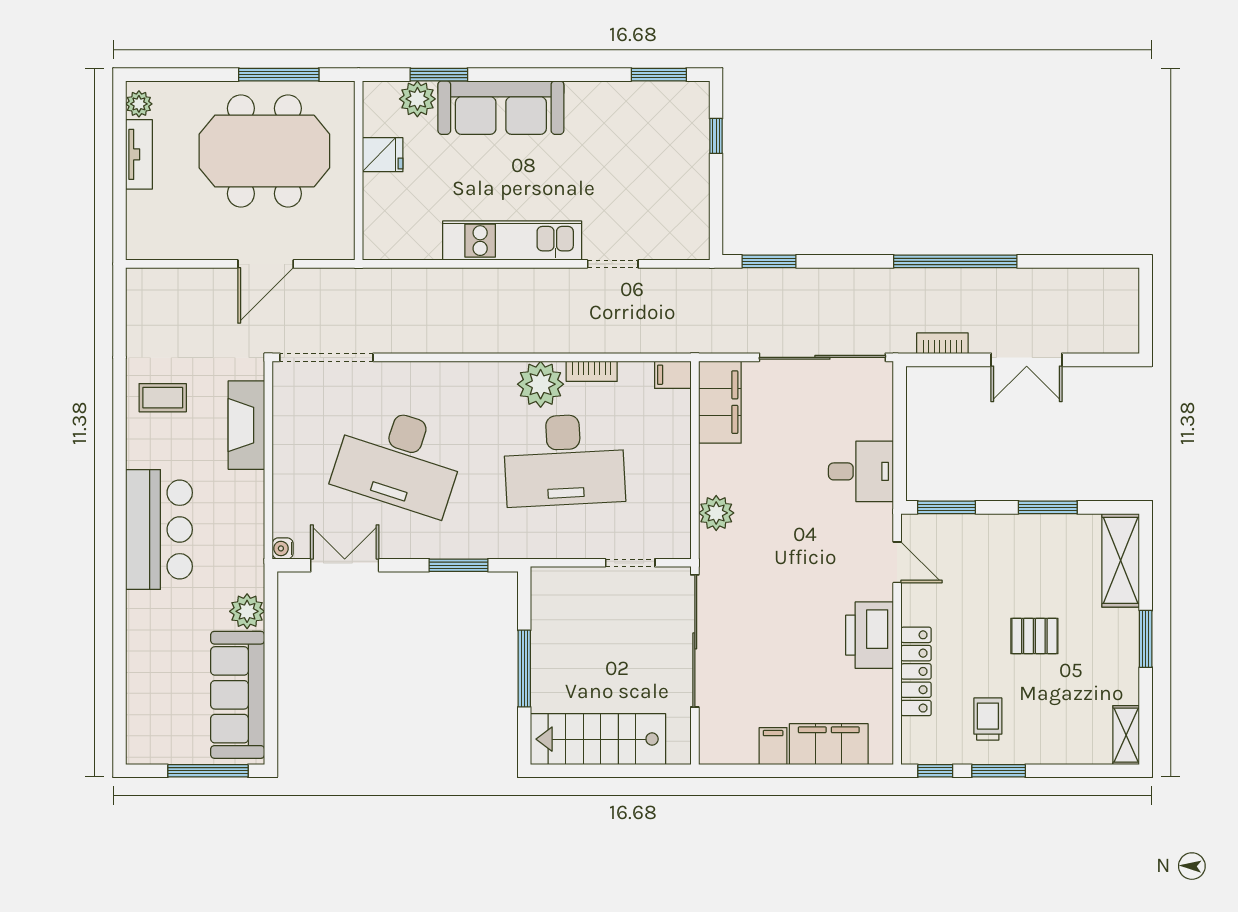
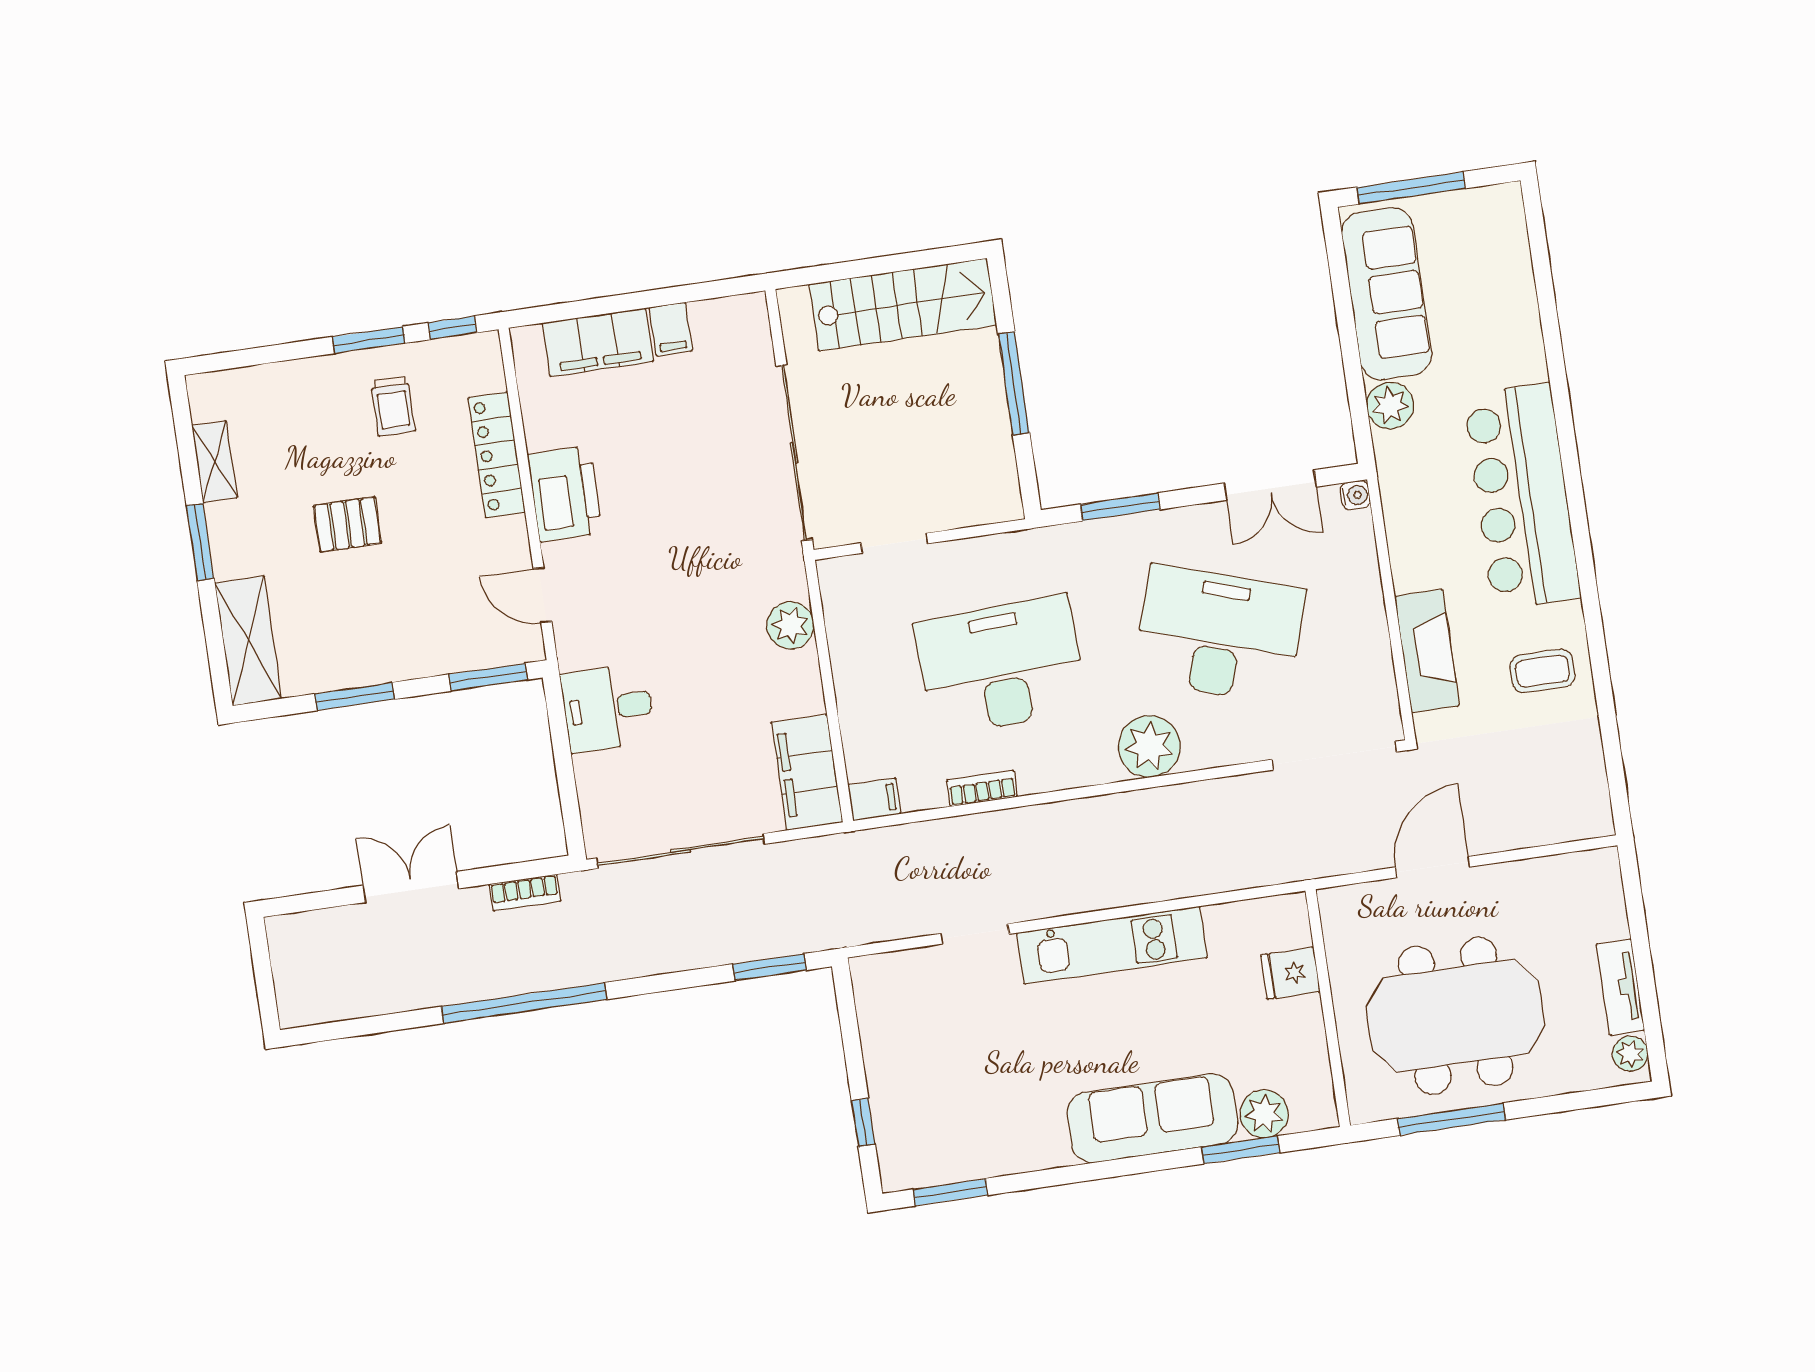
fridge: (383, 155) -> (1290, 973), moved
plant: (541, 384) -> (1149, 746), moved
bar counter: (159, 530) -> (1522, 496), width x1.36
shelving: (1126, 735) -> (215, 462), moved

